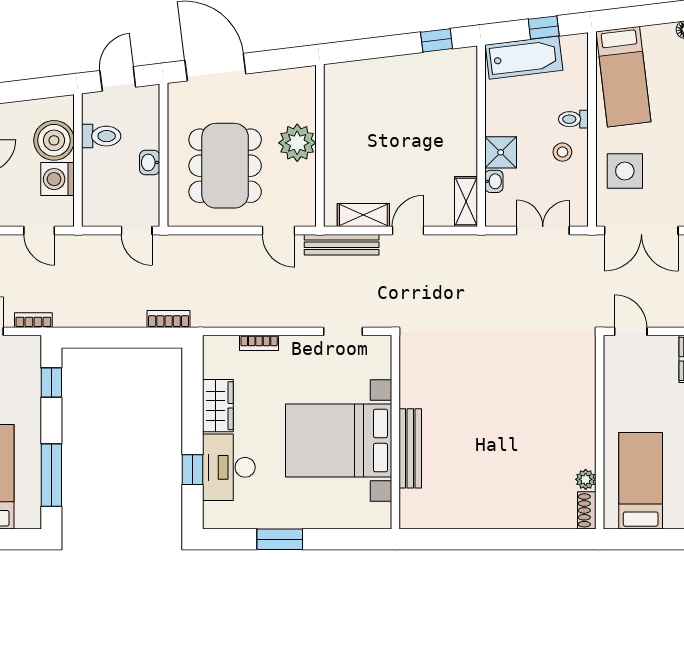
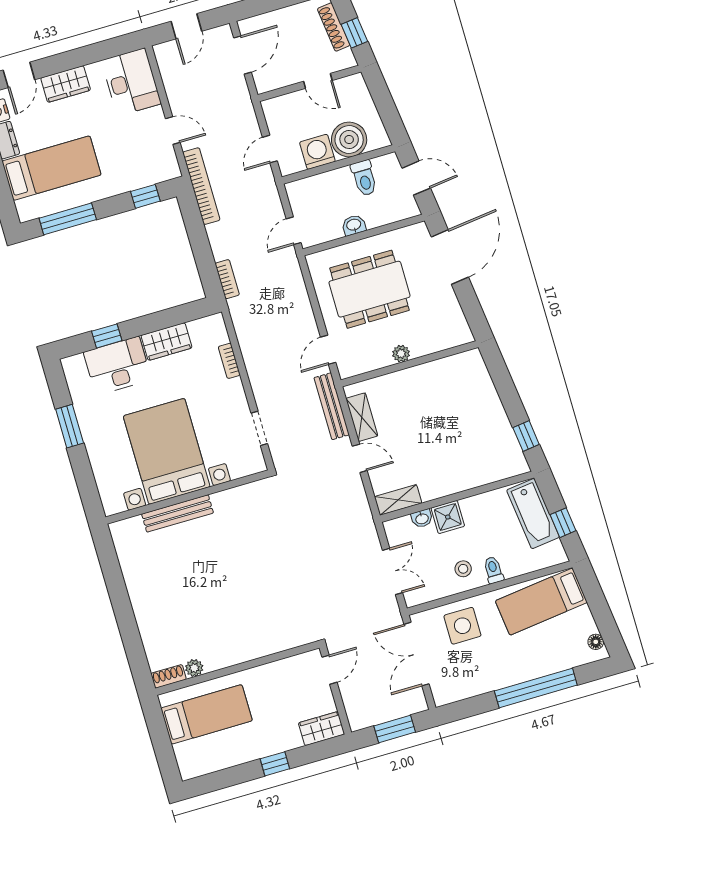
plant: (297, 143) -> (401, 354), width x0.53, depth x0.53
bookcase: (33, 320) -> (201, 186), width x2.31, depth x1.31

